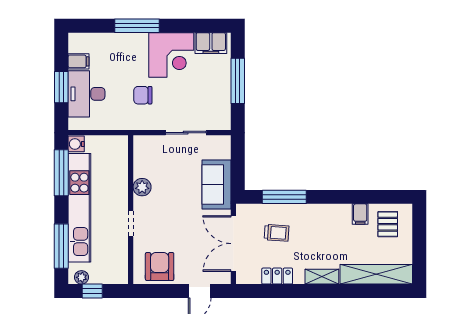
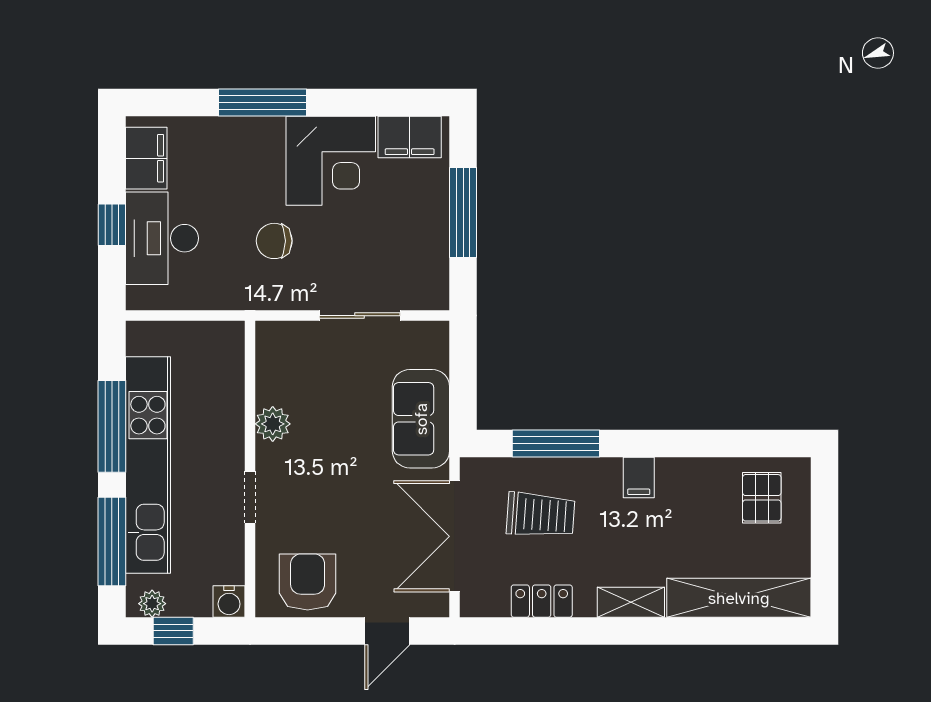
filing cabinet: (79, 61) -> (146, 158), width x2.00
window: (61, 87) -> (112, 225), width x0.67
water cooler: (76, 144) -> (229, 601), moved, turned -90
window: (61, 173) -> (112, 426), moved
filing cabinet: (360, 214) -> (639, 477), moved
trolley: (277, 233) -> (541, 515), width x1.36, depth x1.39

